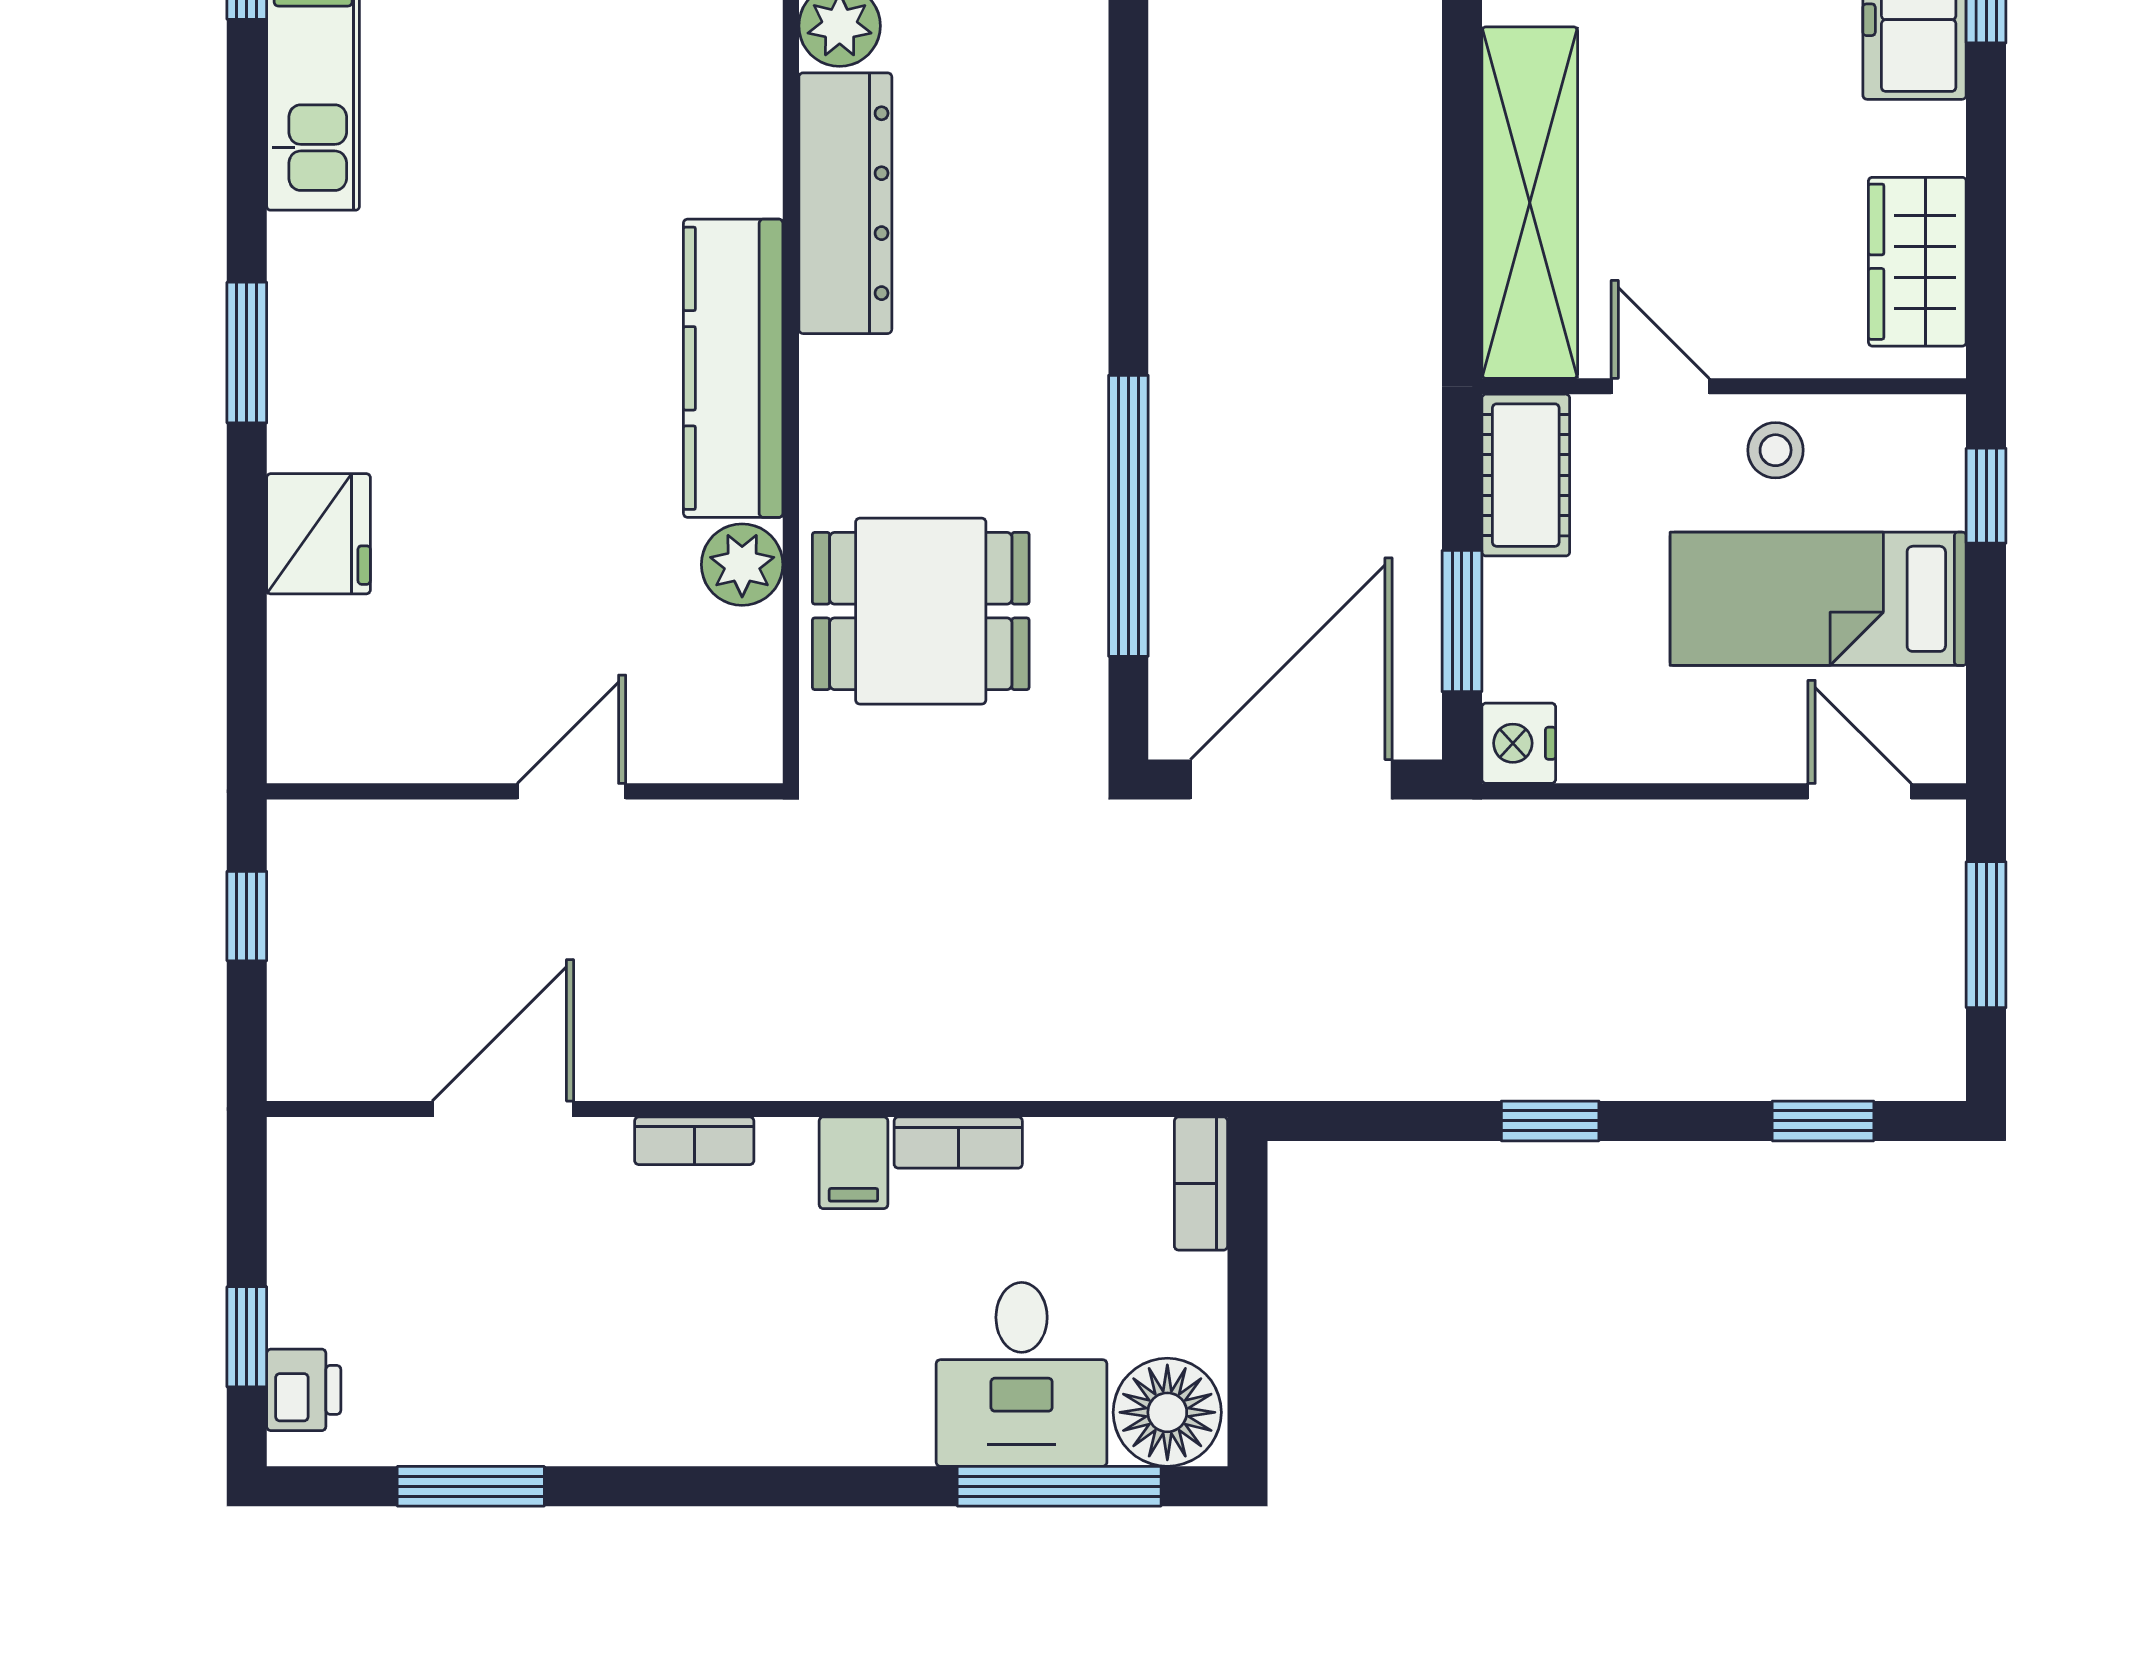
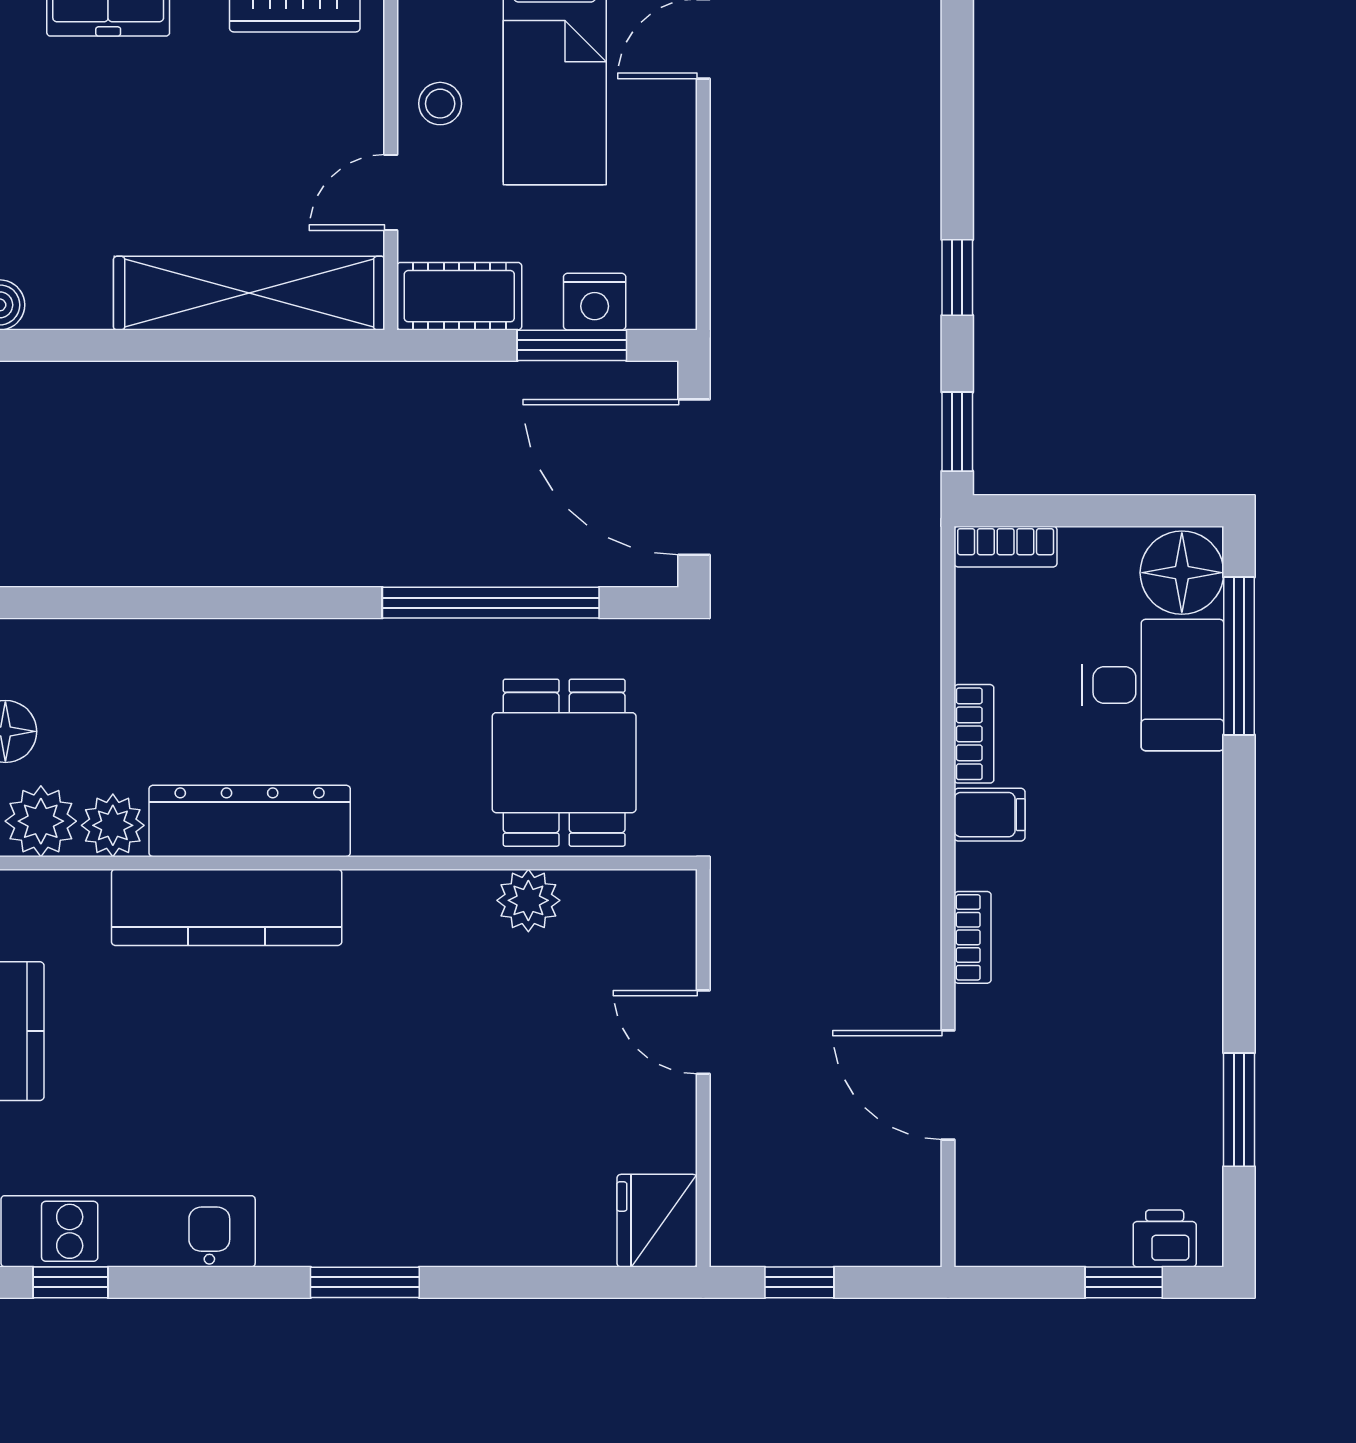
kitchen counter: (733, 368) -> (227, 907), moved
fridge: (319, 534) -> (657, 1221), moved, turned -90
nightstand: (1519, 743) -> (595, 302), moved
window: (1823, 1121) -> (957, 432), moved

